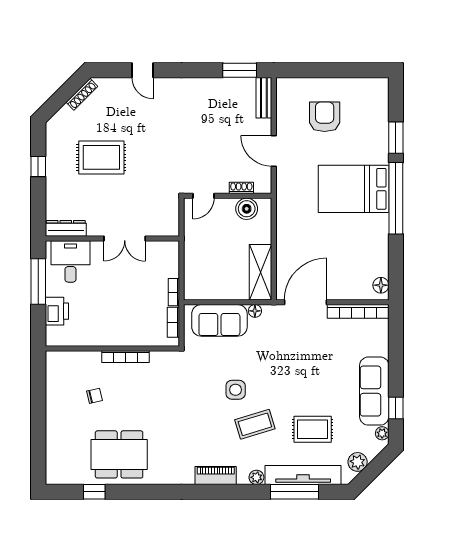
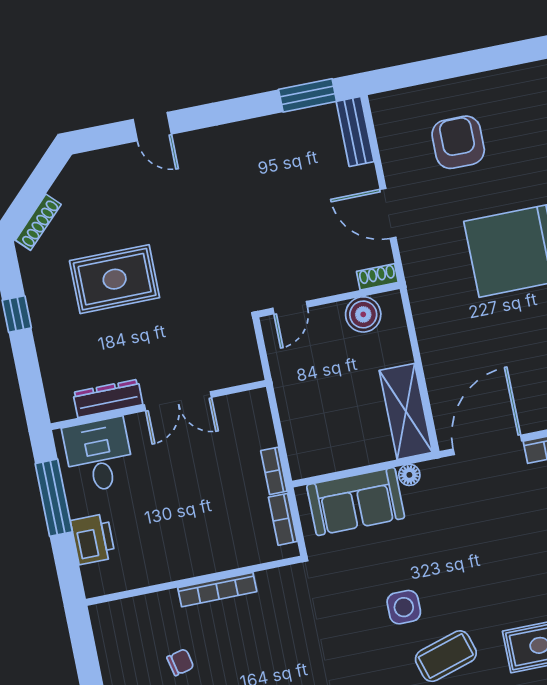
shoe rack: (82, 94) -> (38, 222), moved
shoe rack: (241, 188) -> (377, 277), moved
dresser: (66, 228) -> (108, 398), moved

